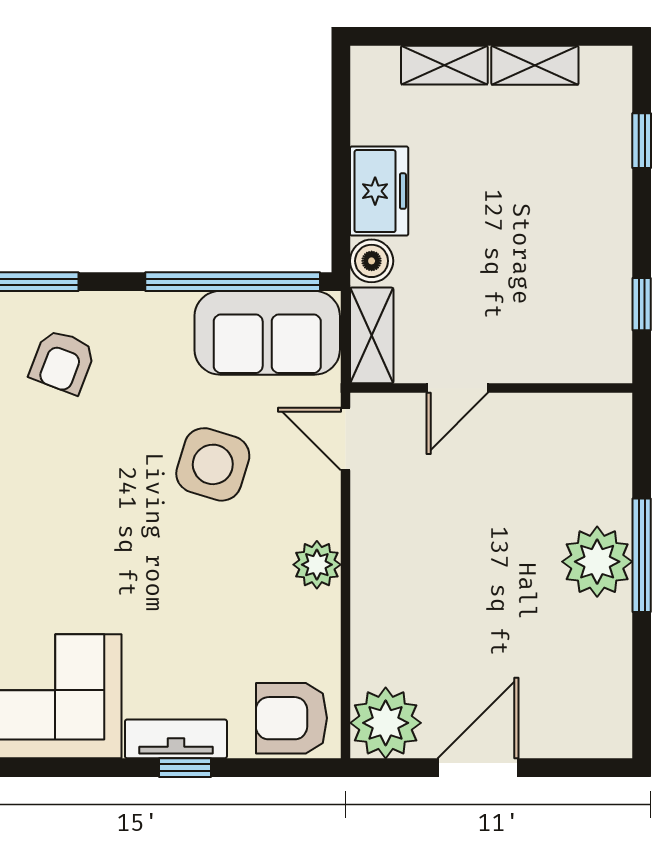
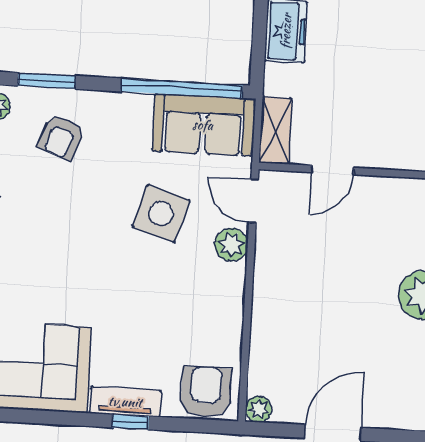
boiler: (372, 261) -> (278, 79), removed
plant: (317, 565) -> (231, 245), moved
armchair: (292, 718) -> (206, 392), turned 90
plant: (386, 723) -> (259, 409), width x0.53, depth x0.53

